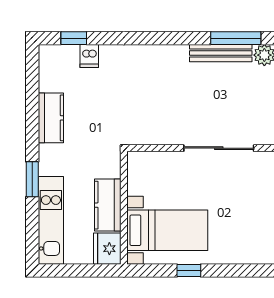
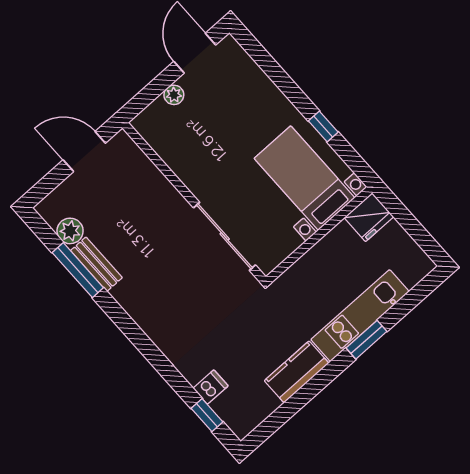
bench: (221, 53) -> (96, 264), width x0.73
sliding door: (219, 148) -> (225, 236), moved
kitchen counter: (108, 205) -> (330, 251), removed
kitchen unit: (51, 220) -> (360, 316), moved

